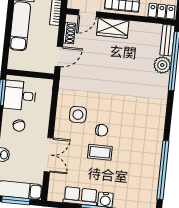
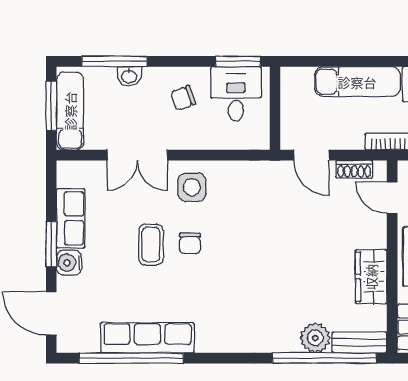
wardrobe: (113, 28) -> (371, 277), moved
side table: (78, 115) -> (192, 187), moved
row of seats: (152, 160) -> (147, 338), added

